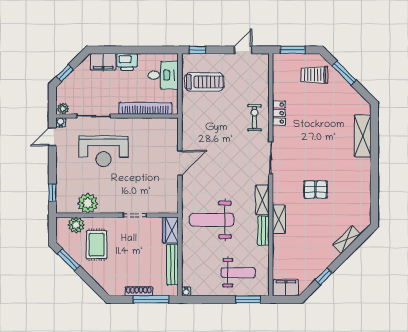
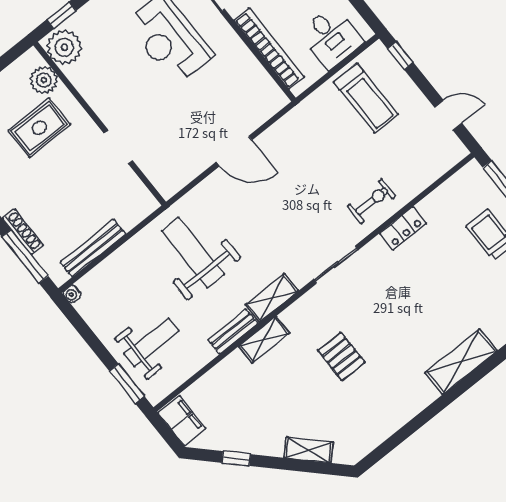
plant: (88, 203) -> (64, 47), moved
wardrobe: (171, 230) -> (136, 209), removed
weight bench: (238, 273) -> (152, 342), turned -90

